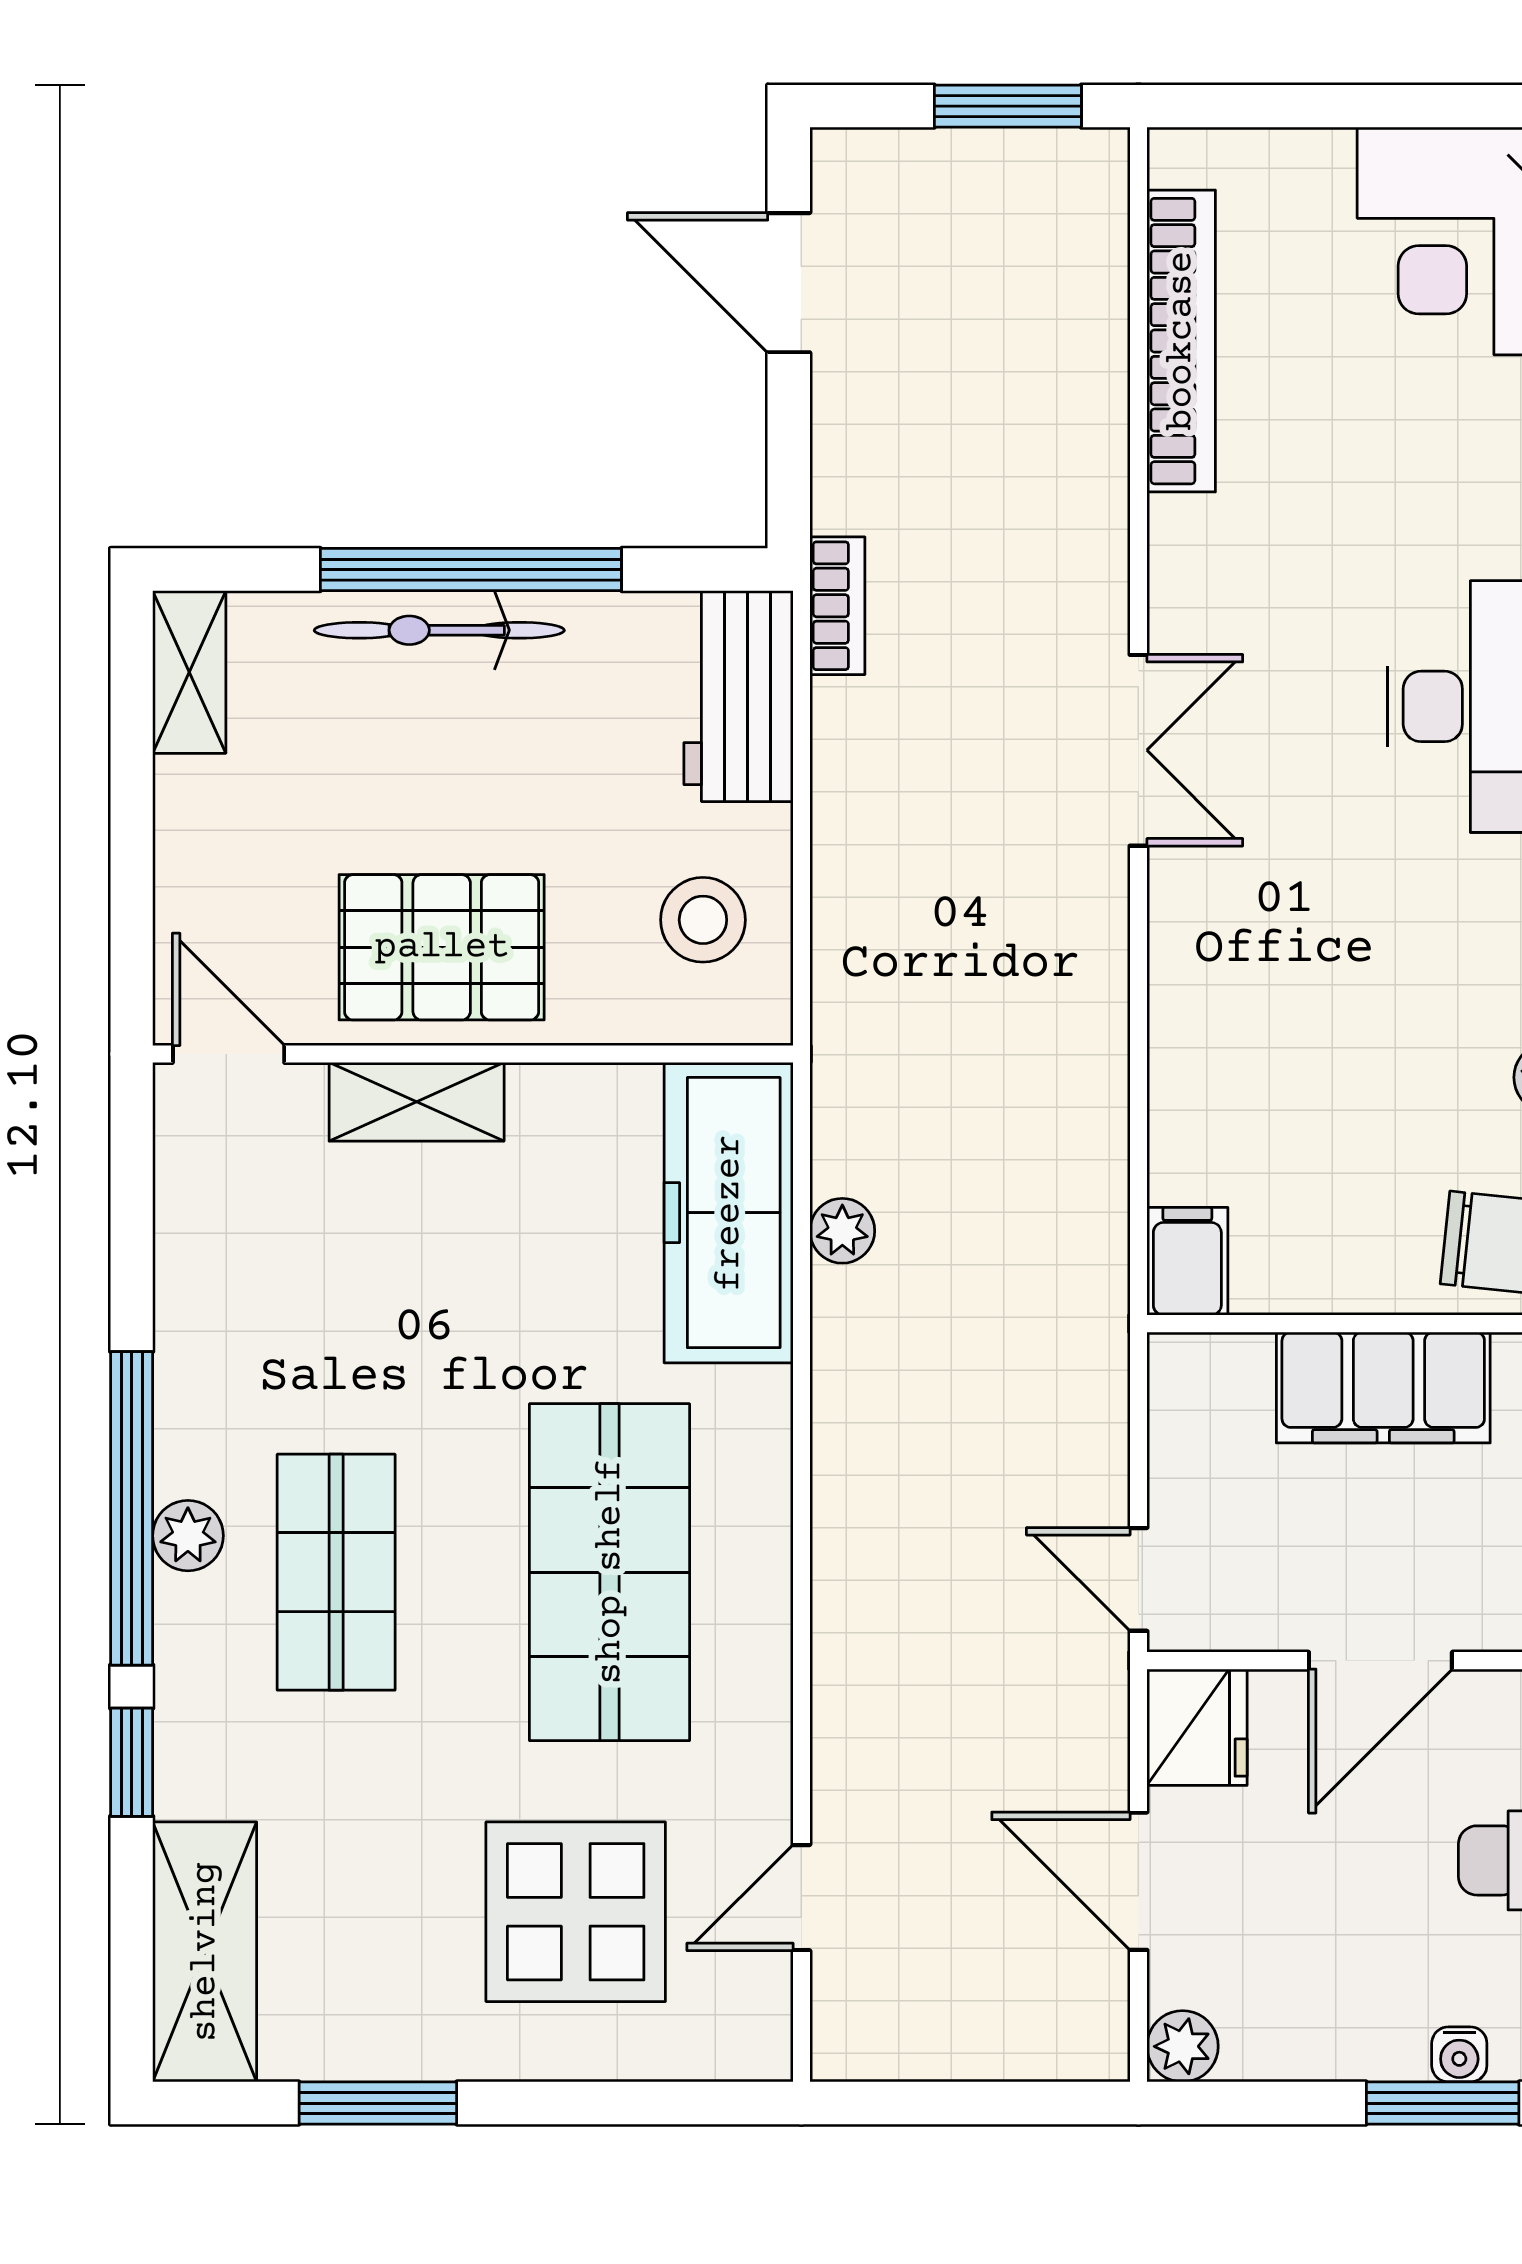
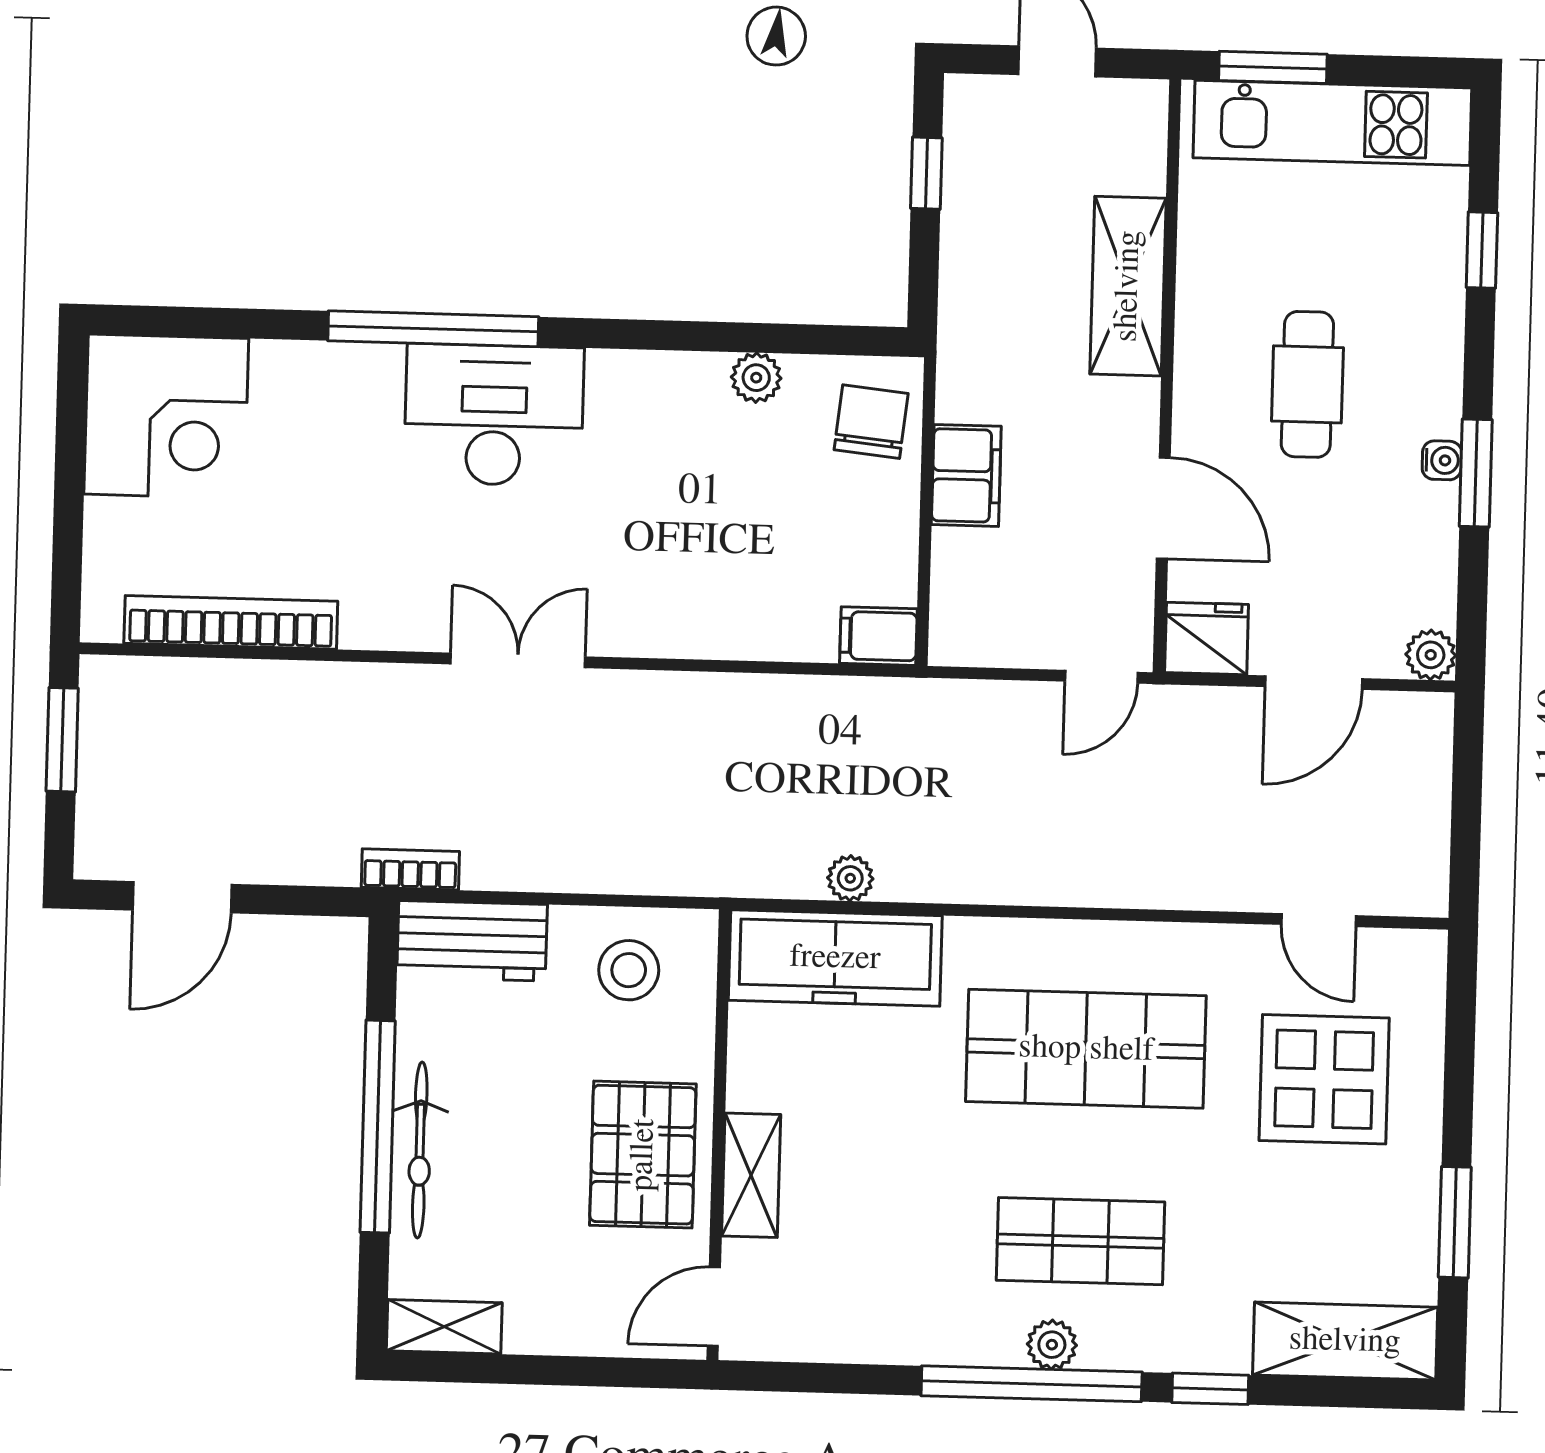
filing cabinet: (1383, 1388) -> (966, 475), width x0.67, depth x0.86

